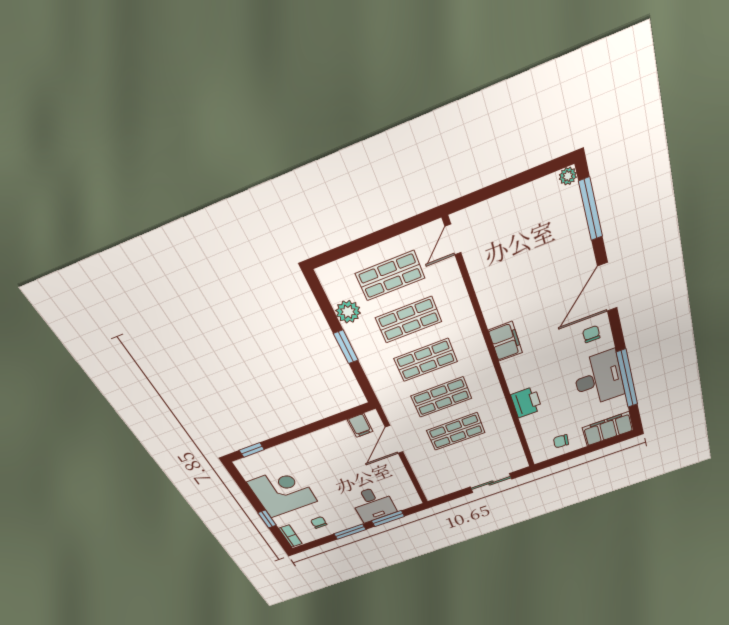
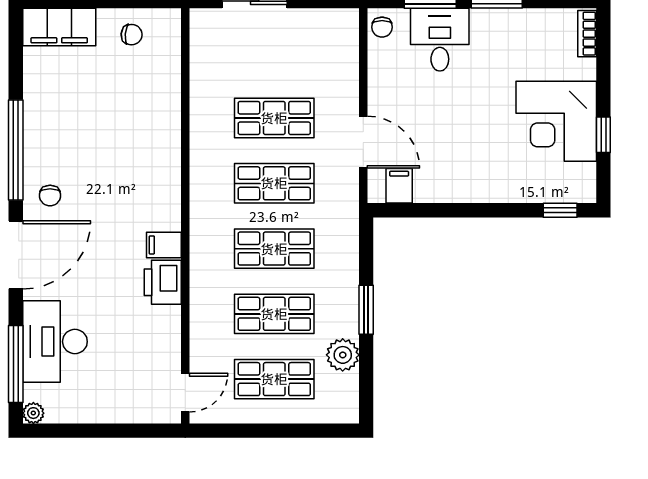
filing cabinet: (505, 341) -> (164, 245), width x0.50
desk: (599, 379) -> (55, 342), moved
window: (627, 379) -> (16, 150), moved
printer: (526, 402) -> (163, 282), moved
door: (394, 440) -> (363, 142), hinge flipped
window: (267, 519) -> (603, 135), moved
chair: (319, 522) -> (382, 27), moved

